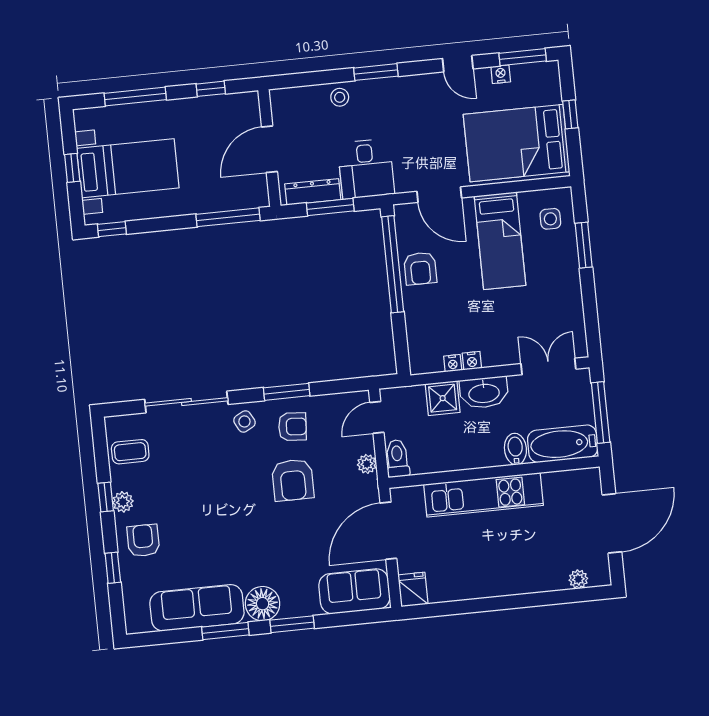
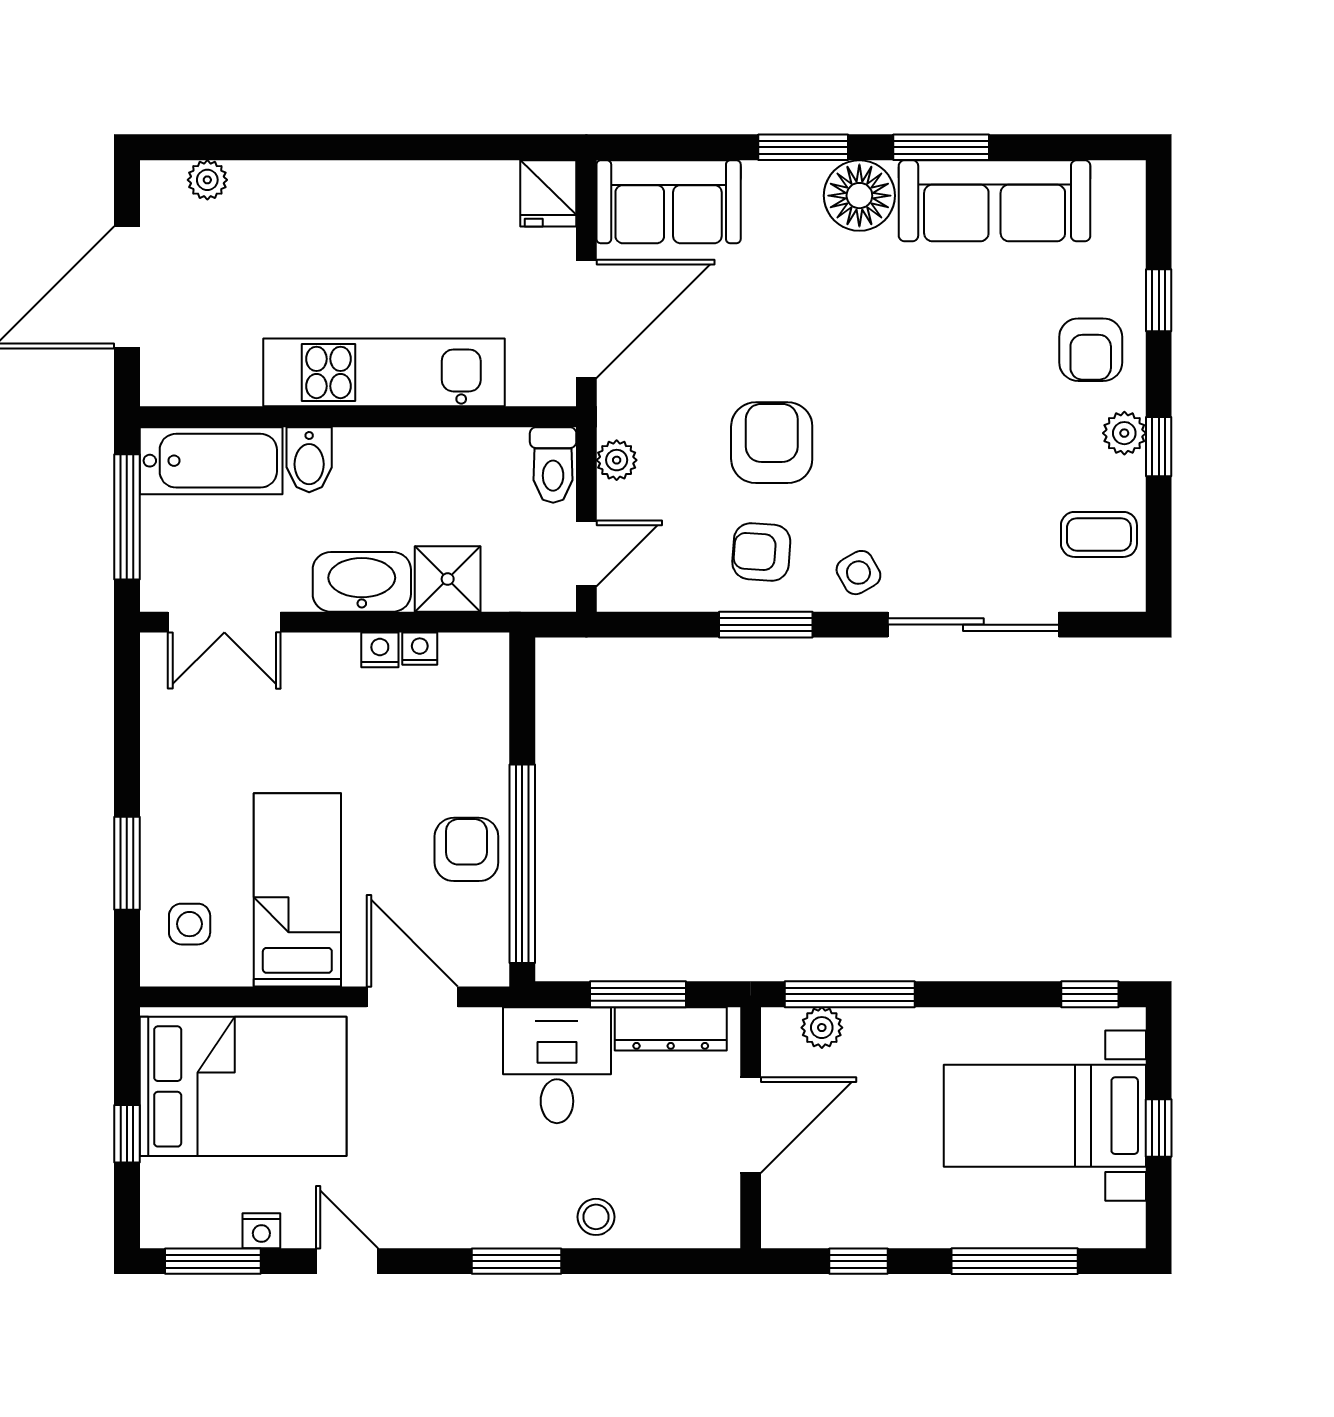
plant: (240, 200) -> (822, 1028), added

